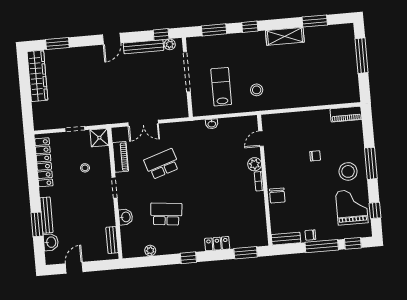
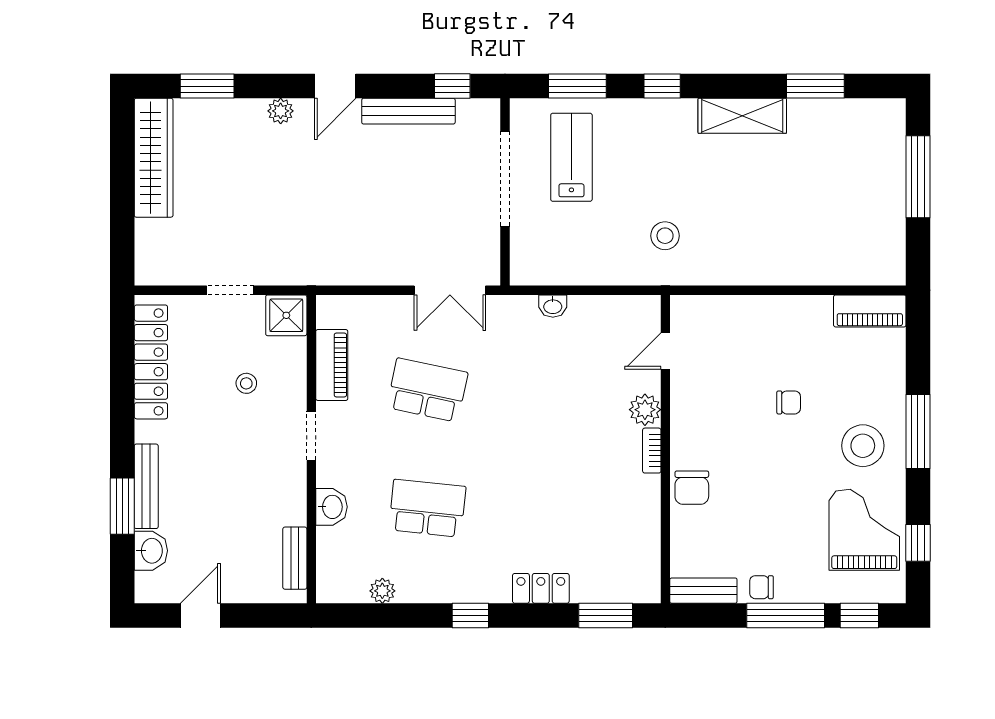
plant: (170, 44) -> (281, 111), moved
lab bench: (221, 87) -> (571, 157), moved
double door: (143, 123) -> (450, 290), moved
school desk: (162, 164) -> (427, 390), turned 30

